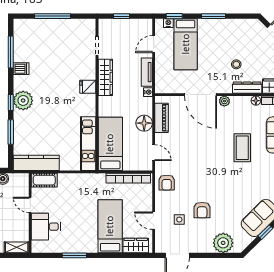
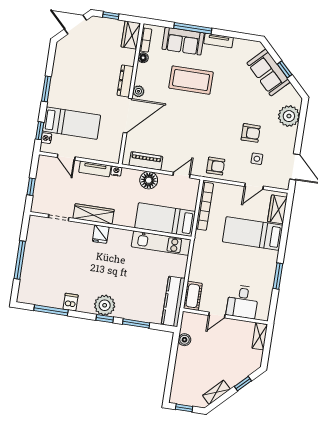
stool: (236, 64) -> (101, 73), removed
dresser: (247, 88) -> (125, 81), moved
coffee table: (242, 148) -> (191, 80), width x1.36, depth x1.32

